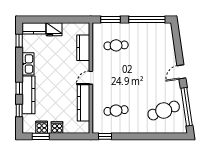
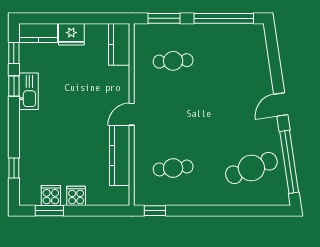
kitchen counter: (83, 48) -> (119, 44), moved
window: (19, 88) -> (14, 86), moved
kitchen counter: (29, 95) -> (29, 142), removed

